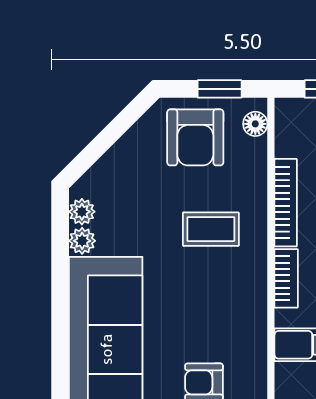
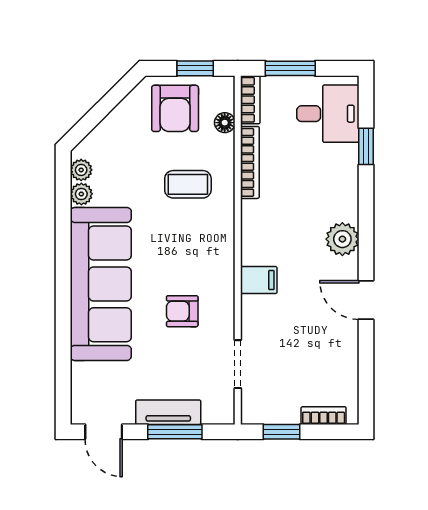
floor lamp: (255, 124) -> (225, 123), moved
bookcase: (286, 278) -> (250, 100), moved

